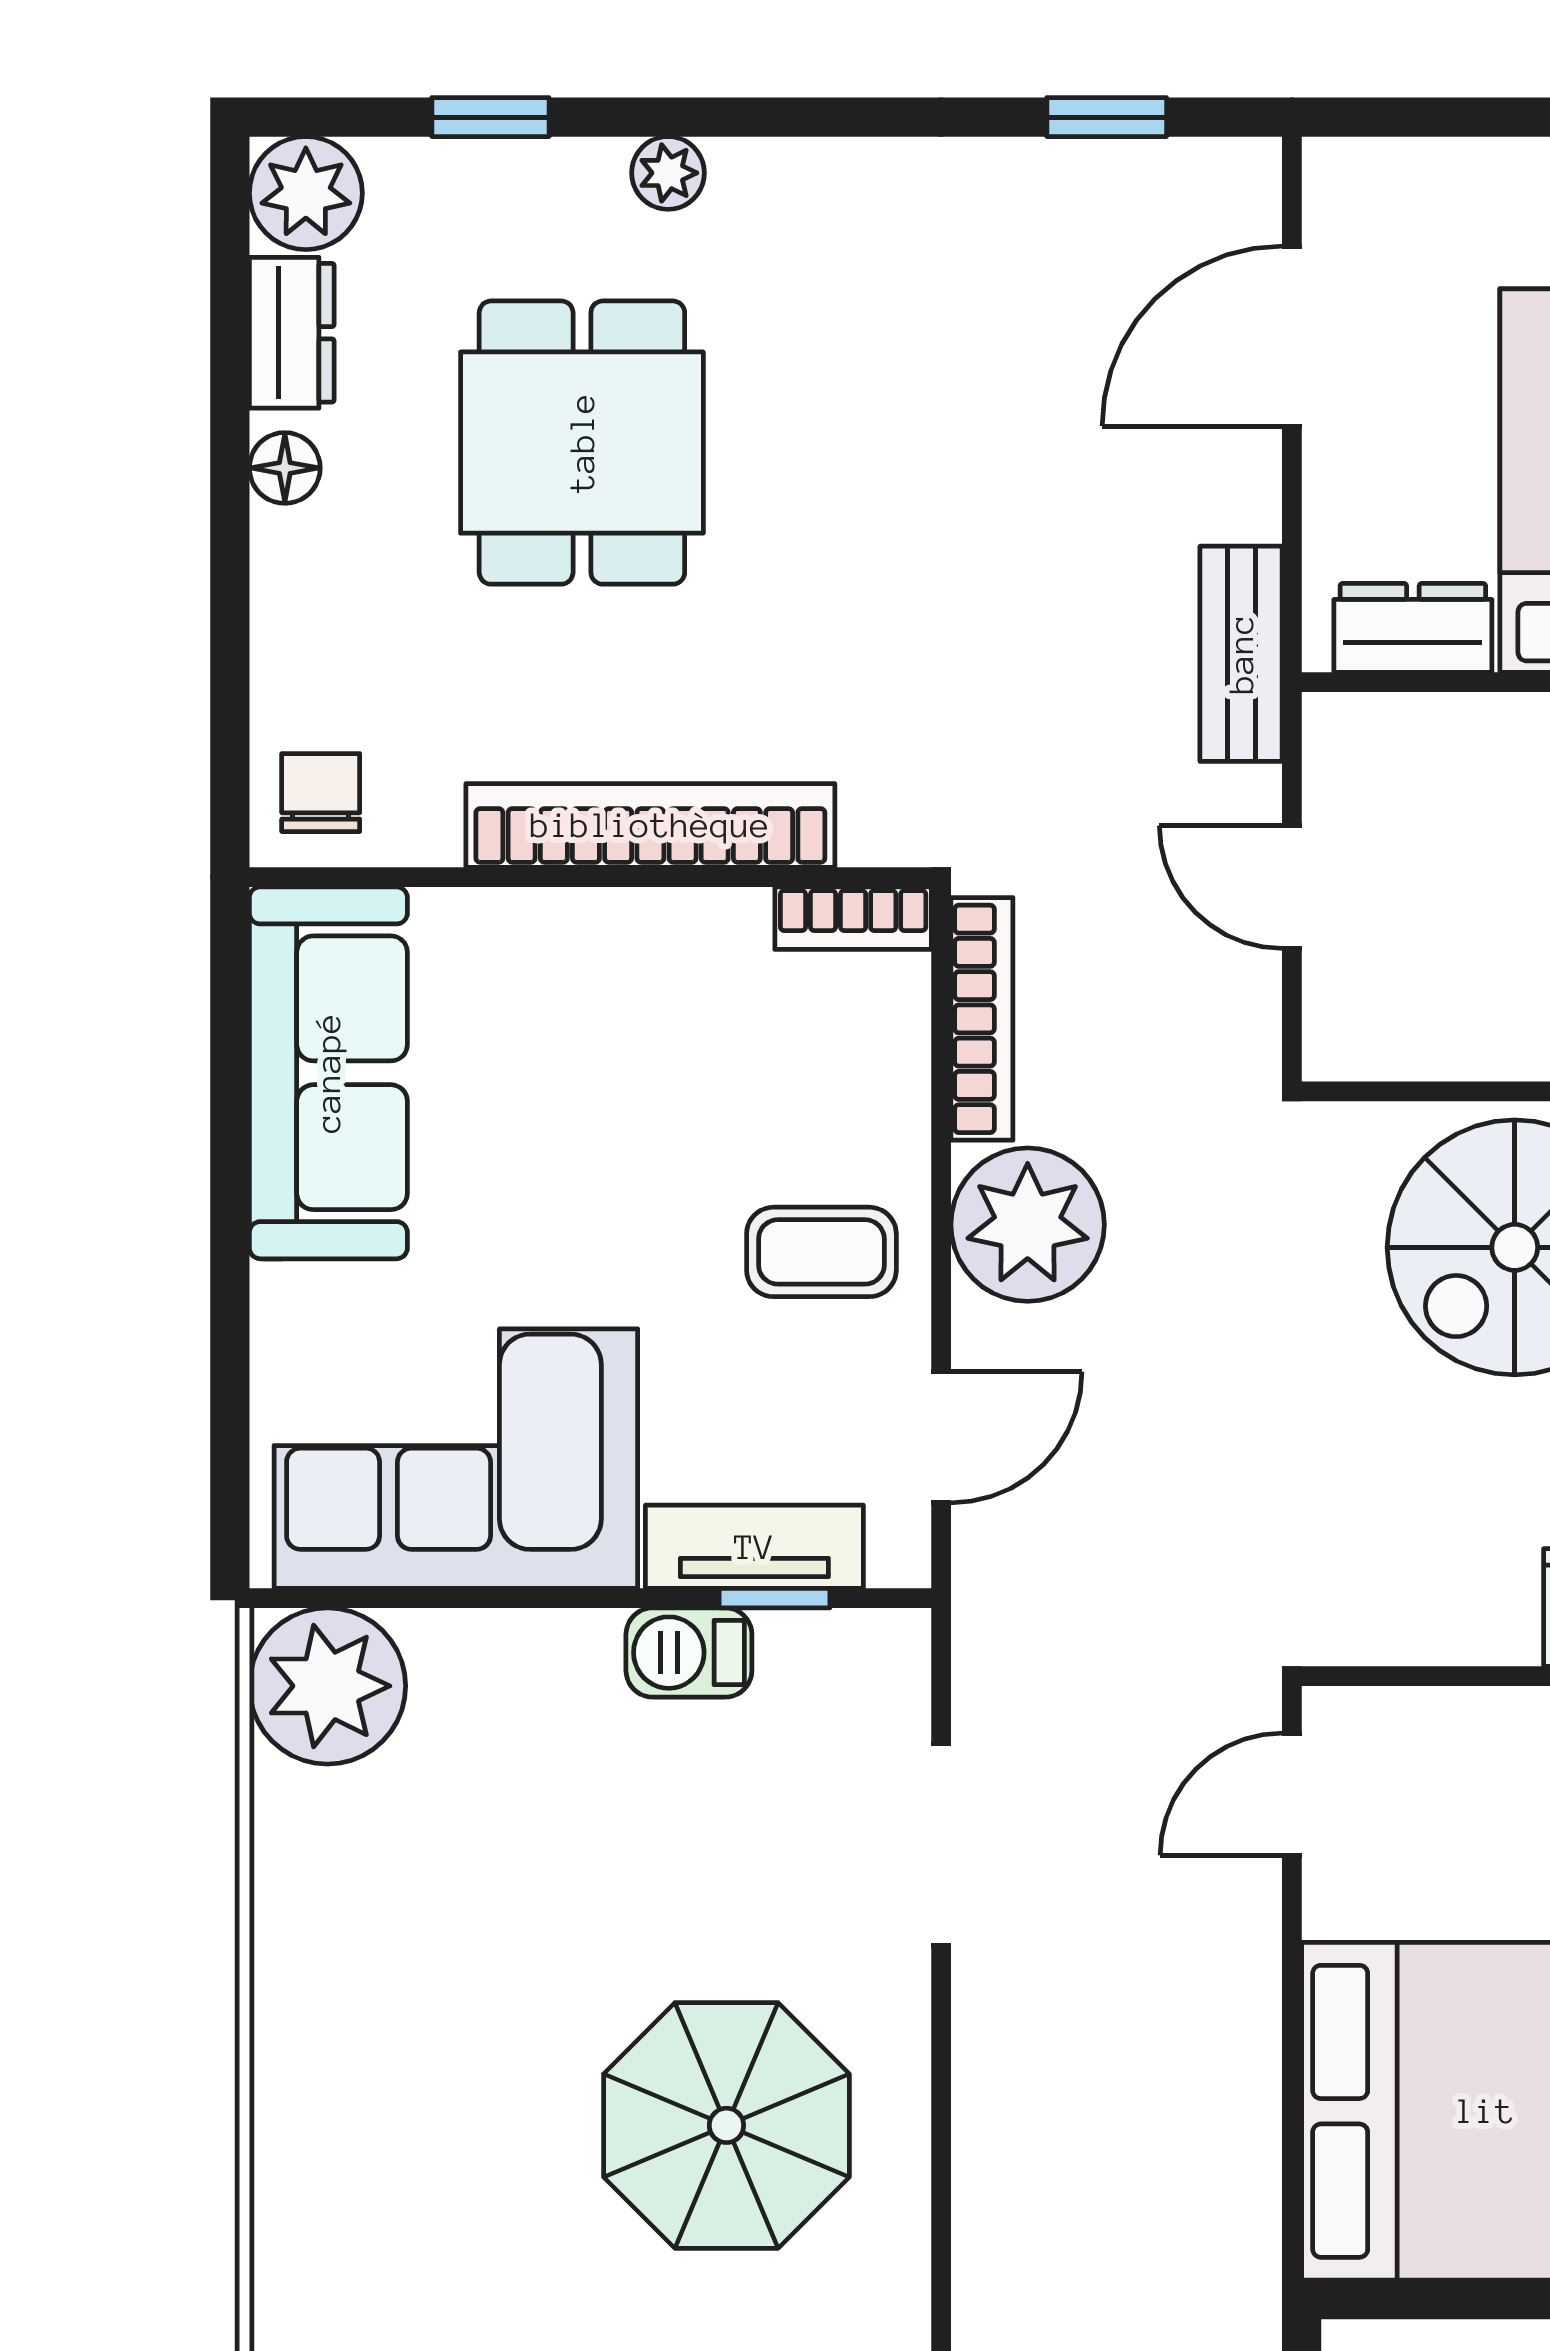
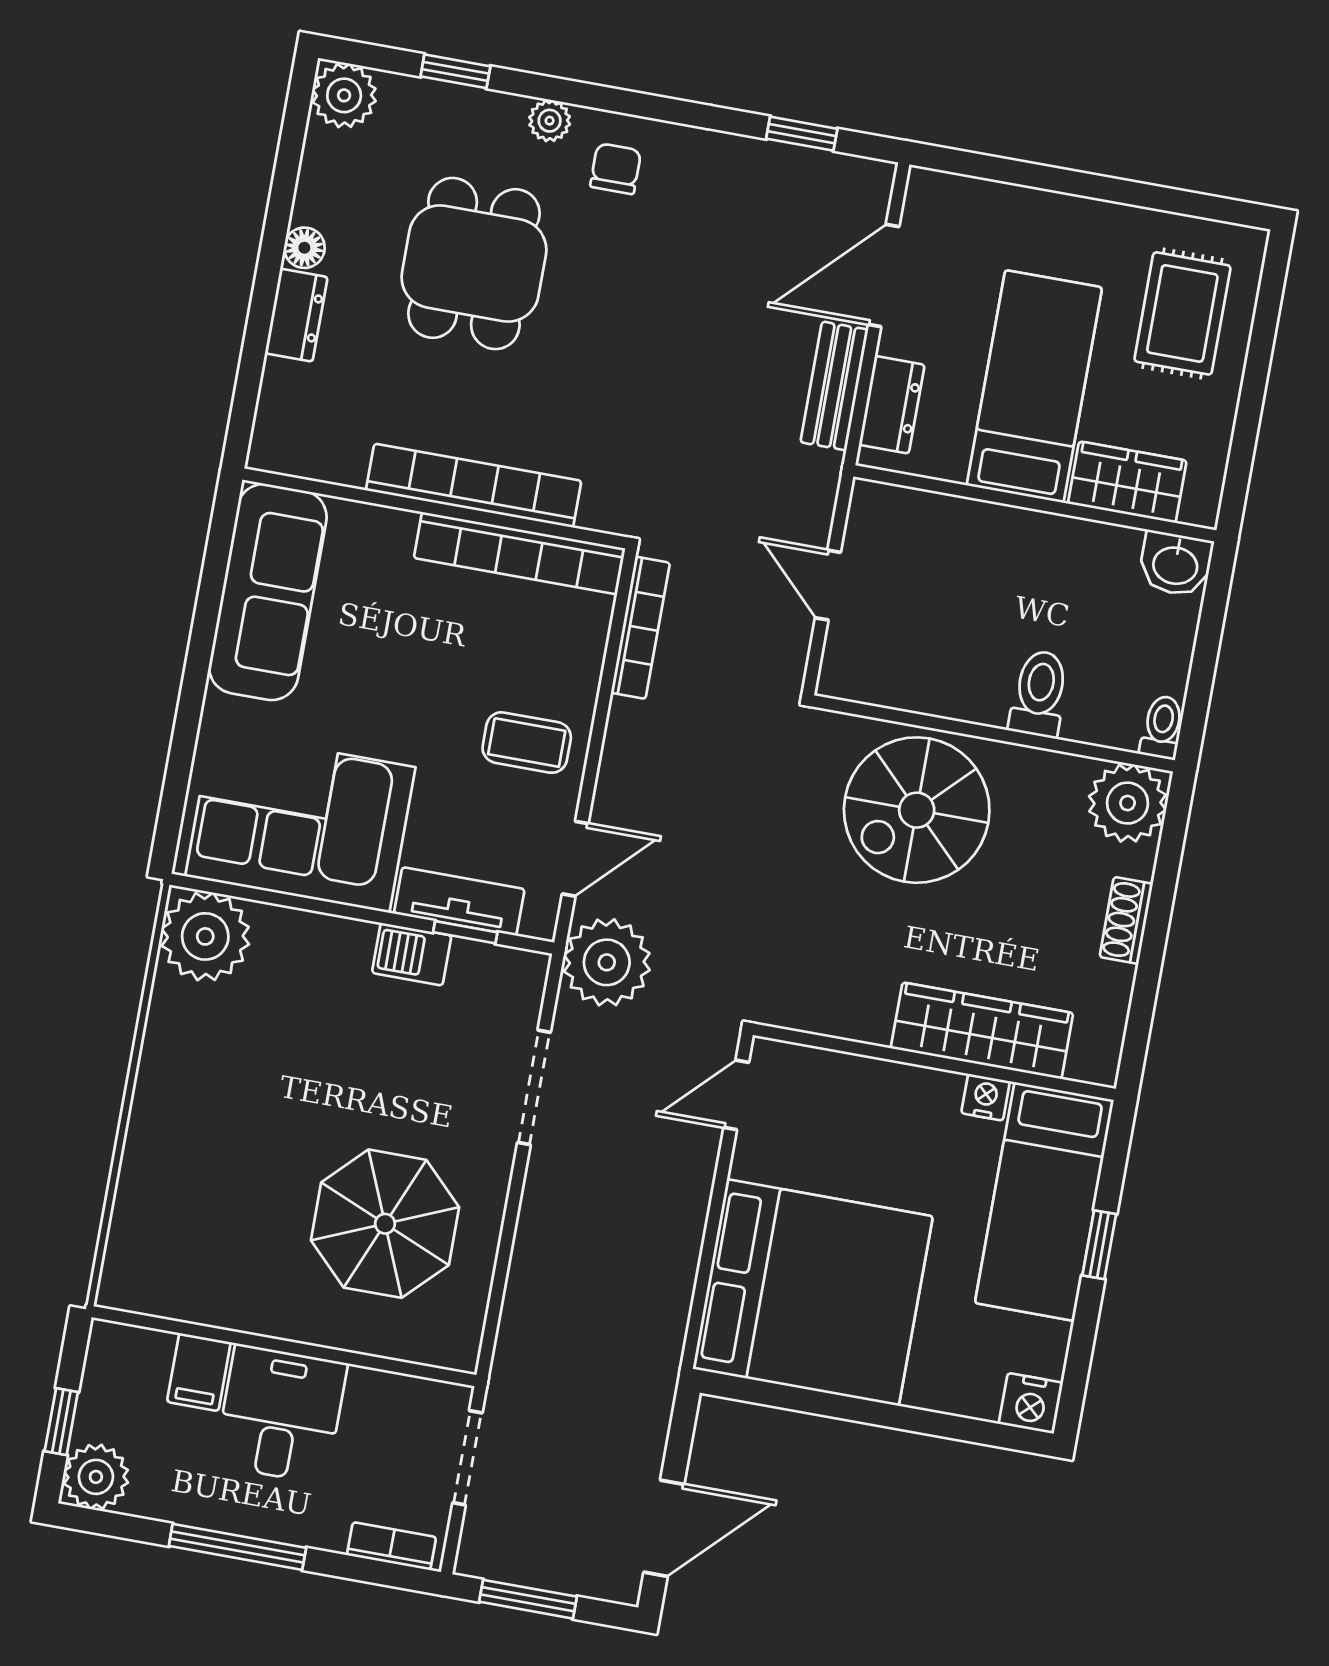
dresser: (292, 333) -> (296, 315), moved
dresser: (1413, 628) -> (892, 405), moved, turned 90
bench: (1241, 654) -> (834, 386), moved
chair: (321, 793) -> (616, 169), moved
bookcase: (853, 918) -> (520, 553), width x2.31, depth x1.31
plant: (1028, 1225) -> (607, 962), moved

